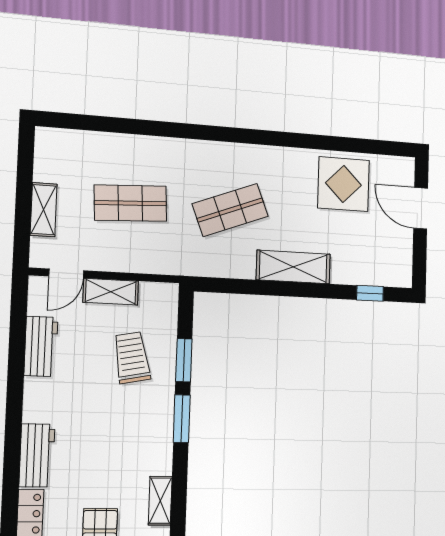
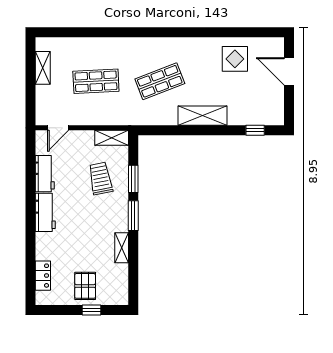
display table: (343, 184) -> (235, 59), width x0.73, depth x0.73
shelving: (44, 210) -> (43, 68), moved
shelving: (111, 292) -> (112, 138), moved
workbench: (37, 455) -> (45, 212), moved
shelving: (160, 501) -> (122, 248), moved

